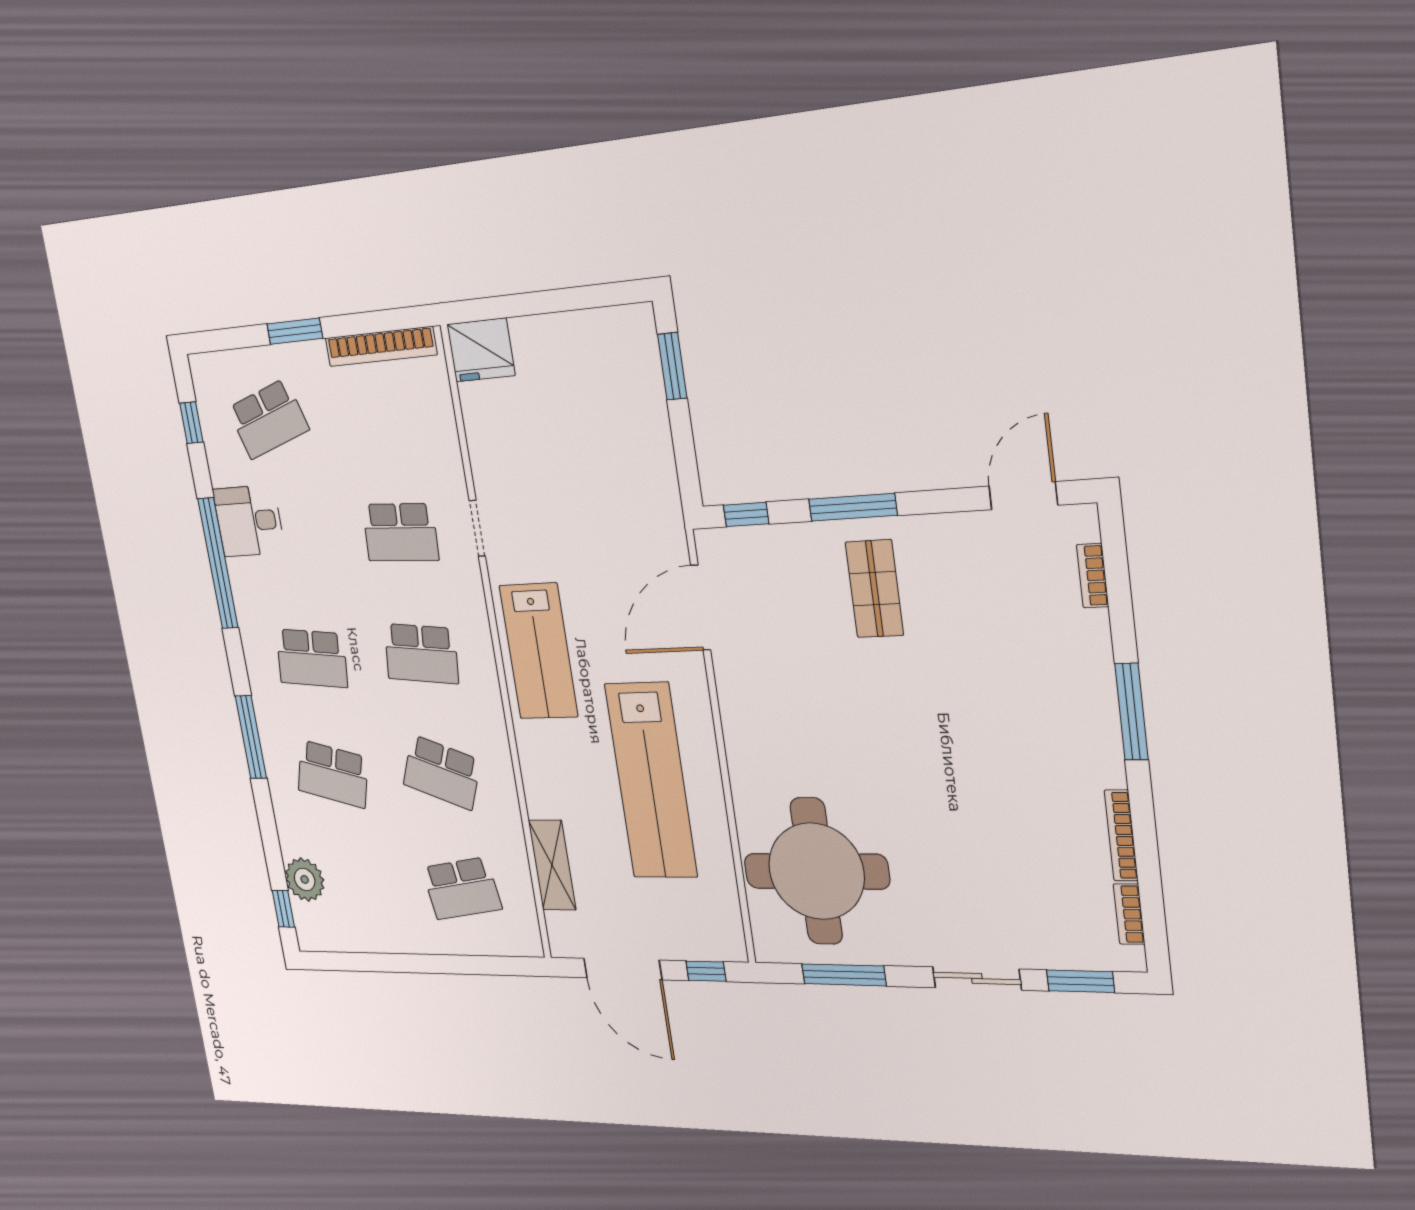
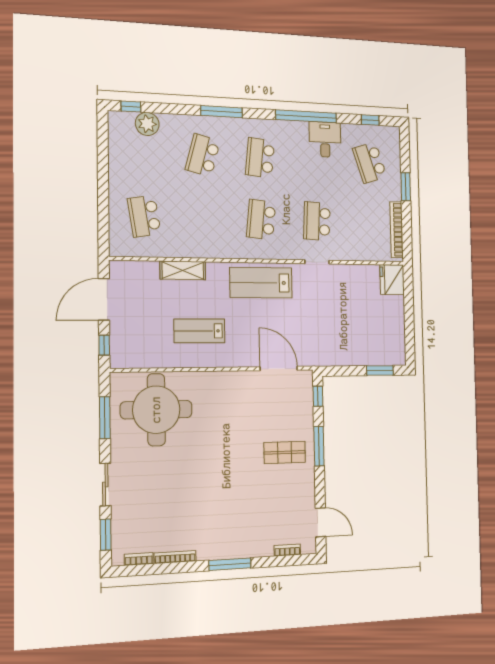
school desk: (442, 772) -> (204, 218), removed
lab bench: (651, 781) -> (199, 331), width x0.54, depth x0.72
shelving: (552, 865) -> (183, 270), moved

